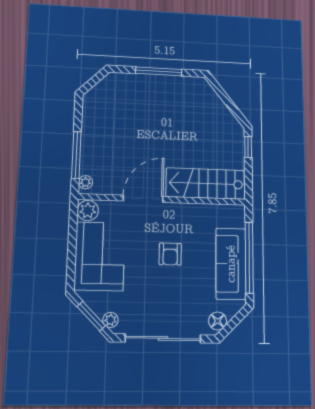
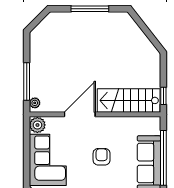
window: (248, 147) -> (163, 96), moved
armchair: (170, 254) -> (102, 157), turned 180

